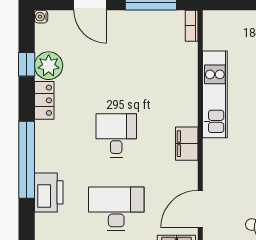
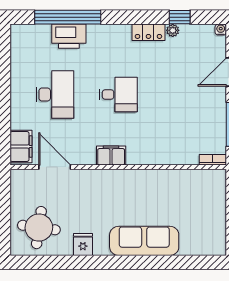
plant: (49, 66) -> (173, 30), width x0.53, depth x0.53
kitchen unit: (215, 94) -> (154, 180), removed
window: (27, 160) -> (68, 17), moved

